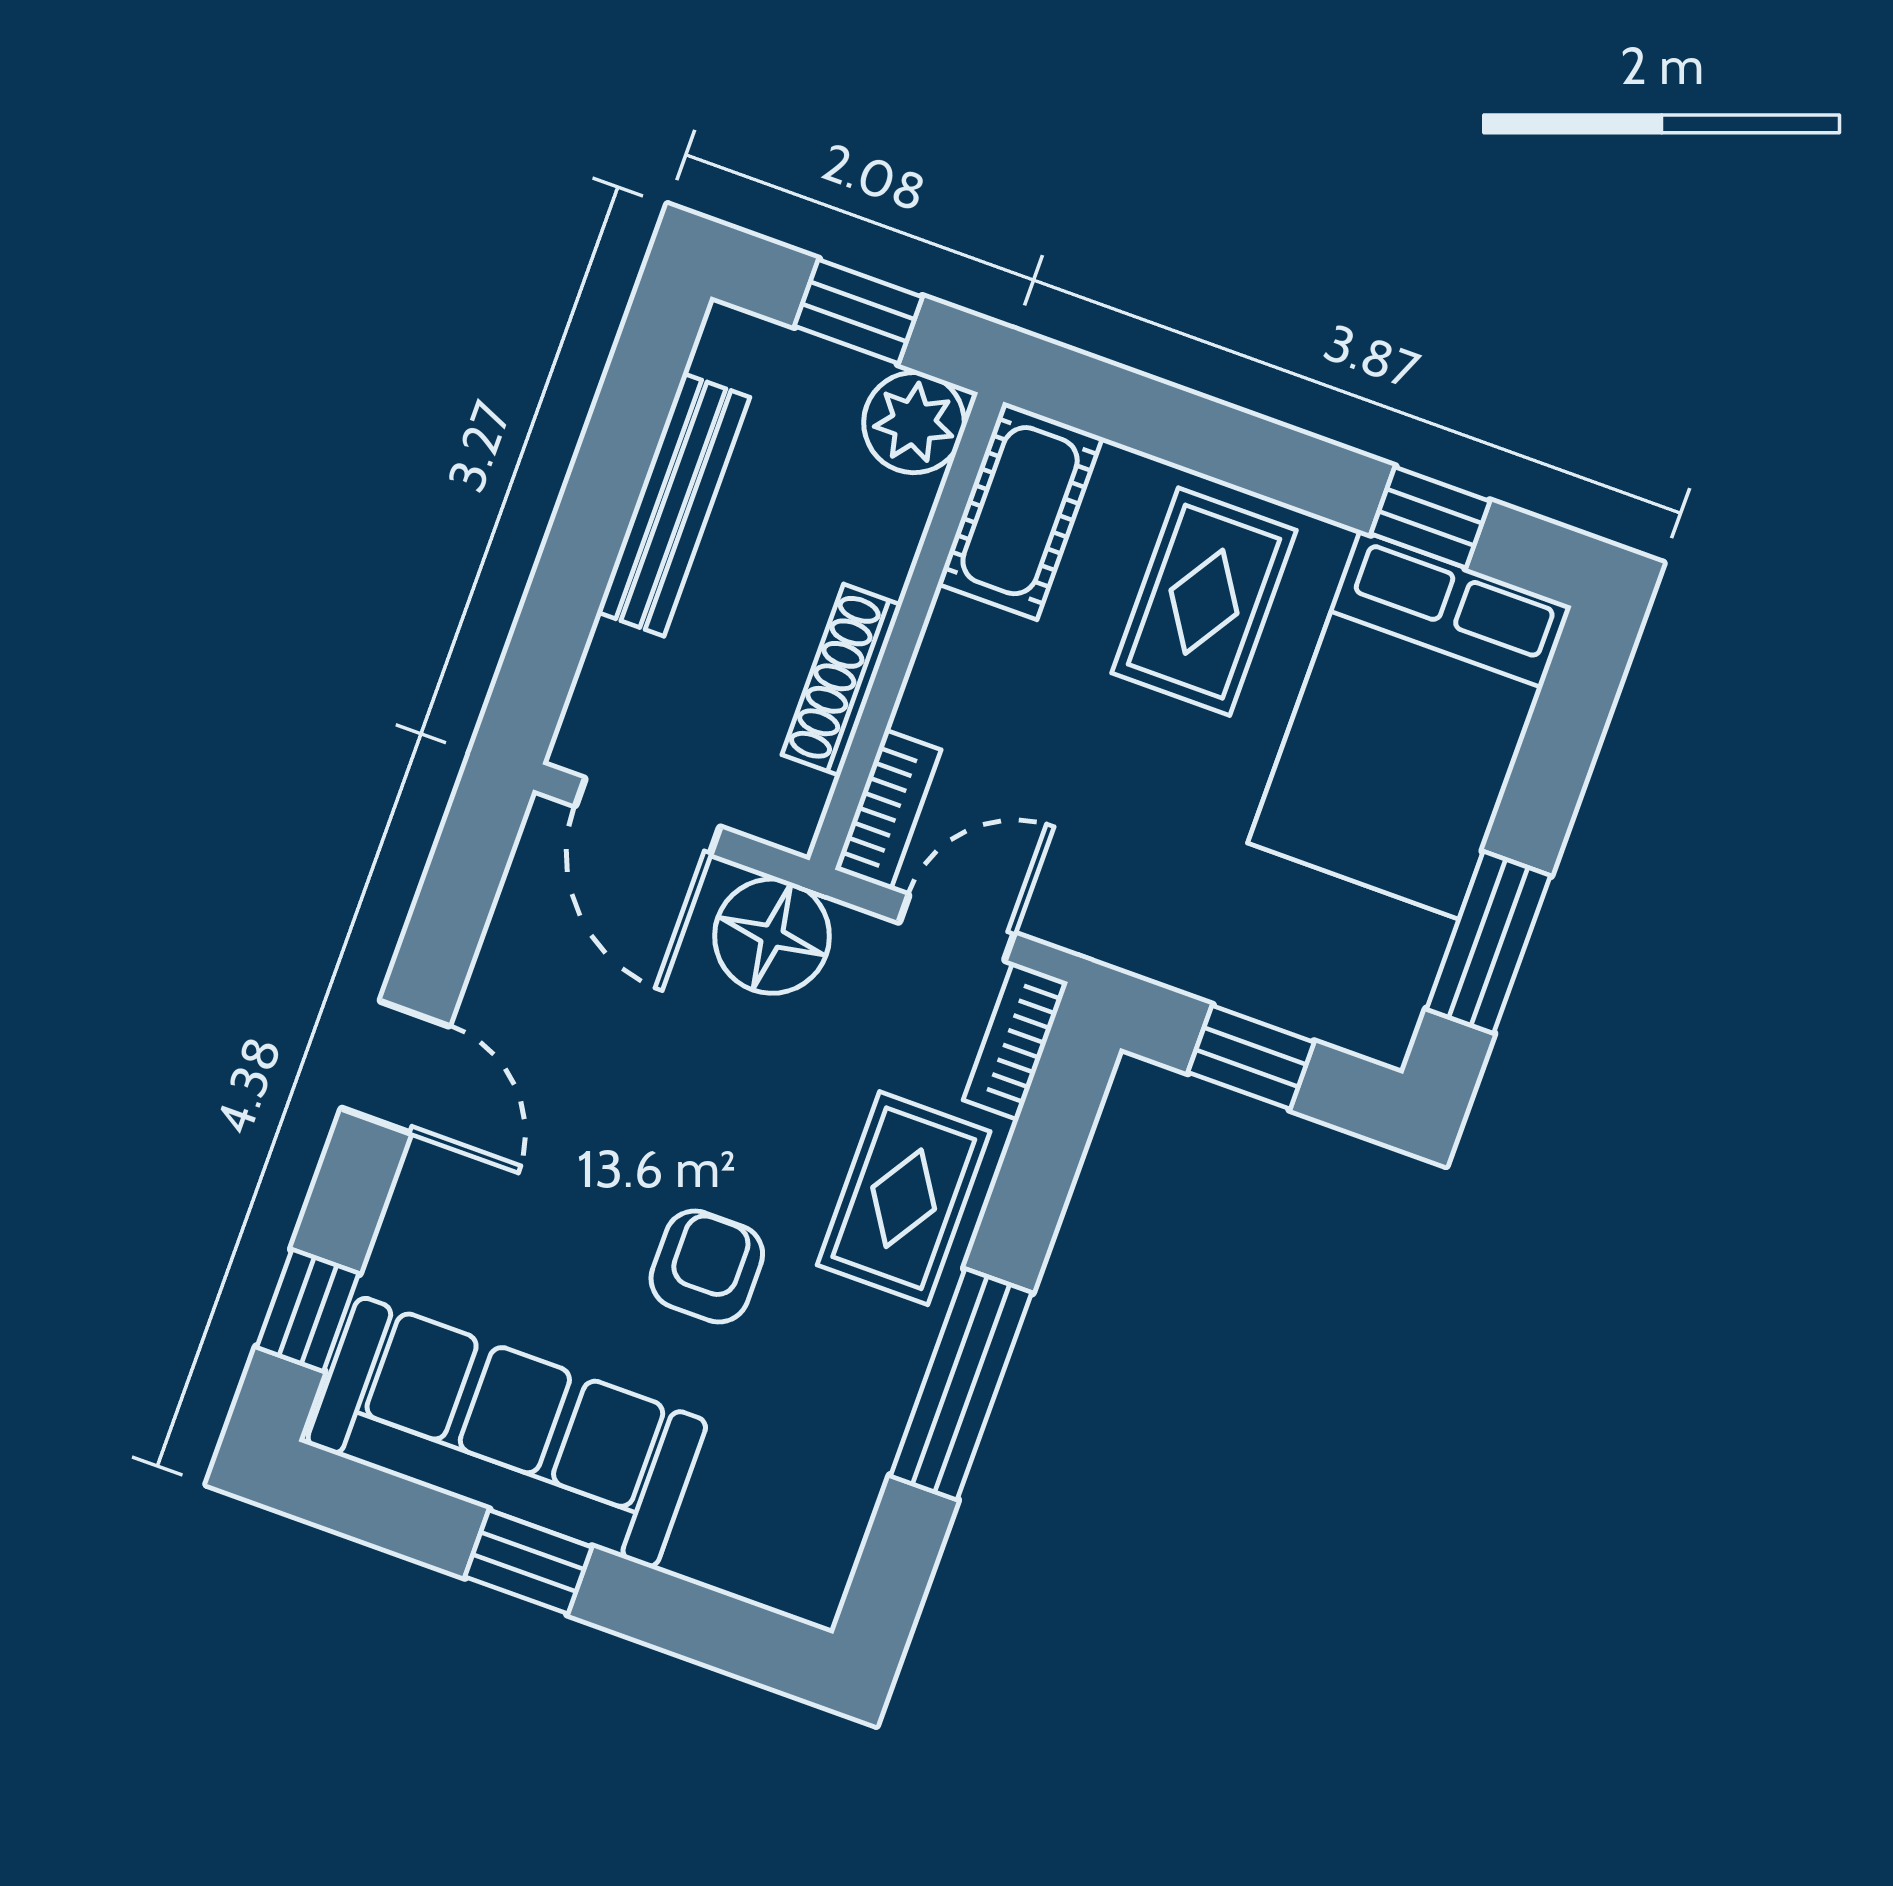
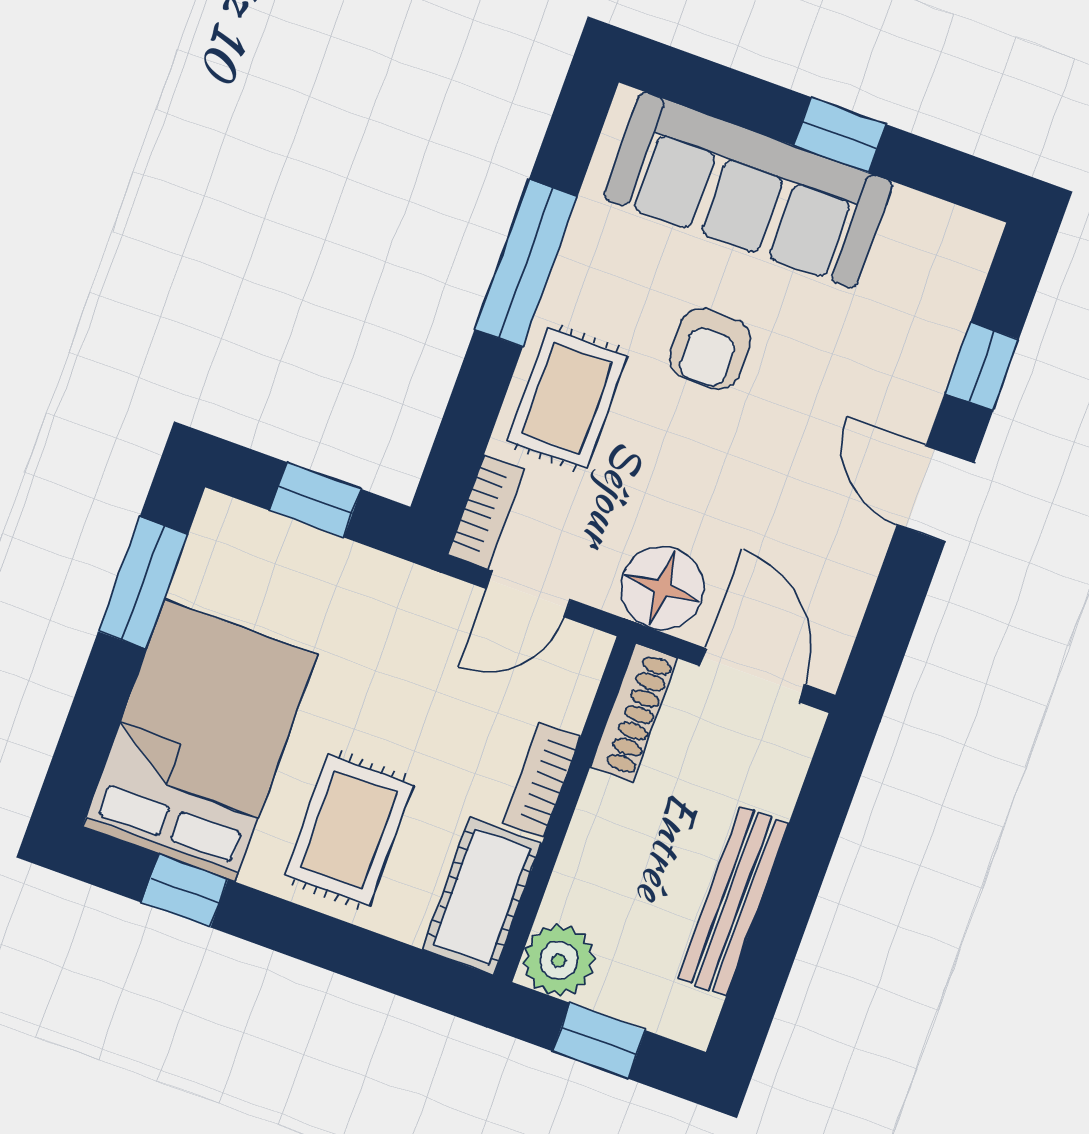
shoe rack: (842, 680) -> (634, 713), moved
bookcase: (888, 810) -> (542, 780), moved
window: (308, 1310) -> (982, 366), moved
sofa: (507, 1432) -> (748, 190), moved

